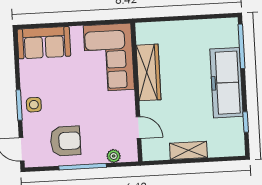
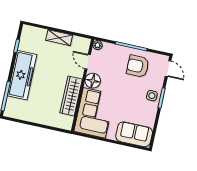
floor lamp: (124, 103) -> (93, 81), added
plant: (114, 156) -> (98, 45), moved

